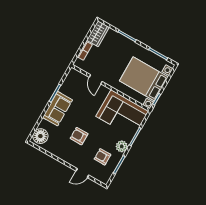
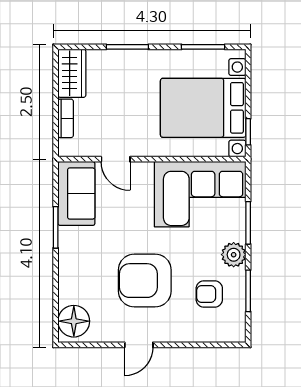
sofa: (58, 109) -> (76, 193), moved
armchair: (79, 136) -> (145, 281), width x1.88, depth x1.88
door: (82, 173) -> (139, 345), moved

